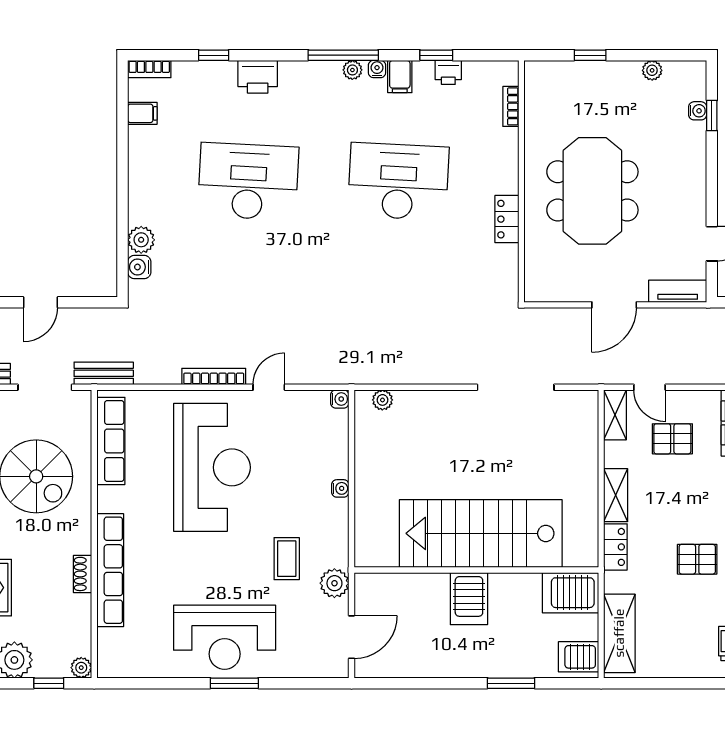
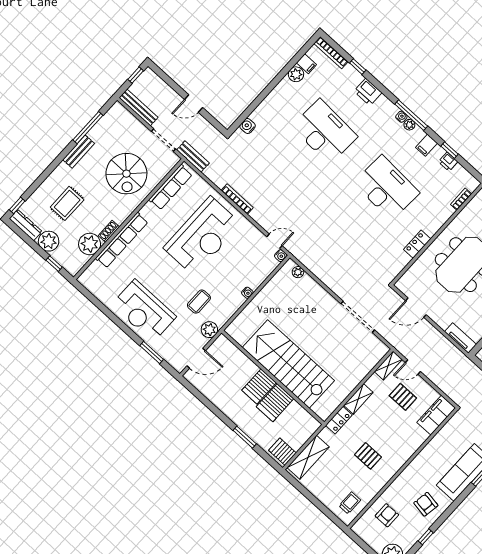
bookcase: (149, 69) -> (331, 53), width x1.56
water cooler: (377, 69) -> (401, 117), moved
plant: (141, 240) -> (296, 74), moved
door: (614, 305) -> (416, 308), moved
door: (269, 387) -> (275, 241), moved
door: (650, 387) -> (413, 367), hinge flipped
server rack: (570, 593) -> (275, 403), moved, turned -90
plant: (81, 668) -> (90, 244), moved, width x1.87, depth x1.87
window: (234, 683) -> (152, 352), moved

